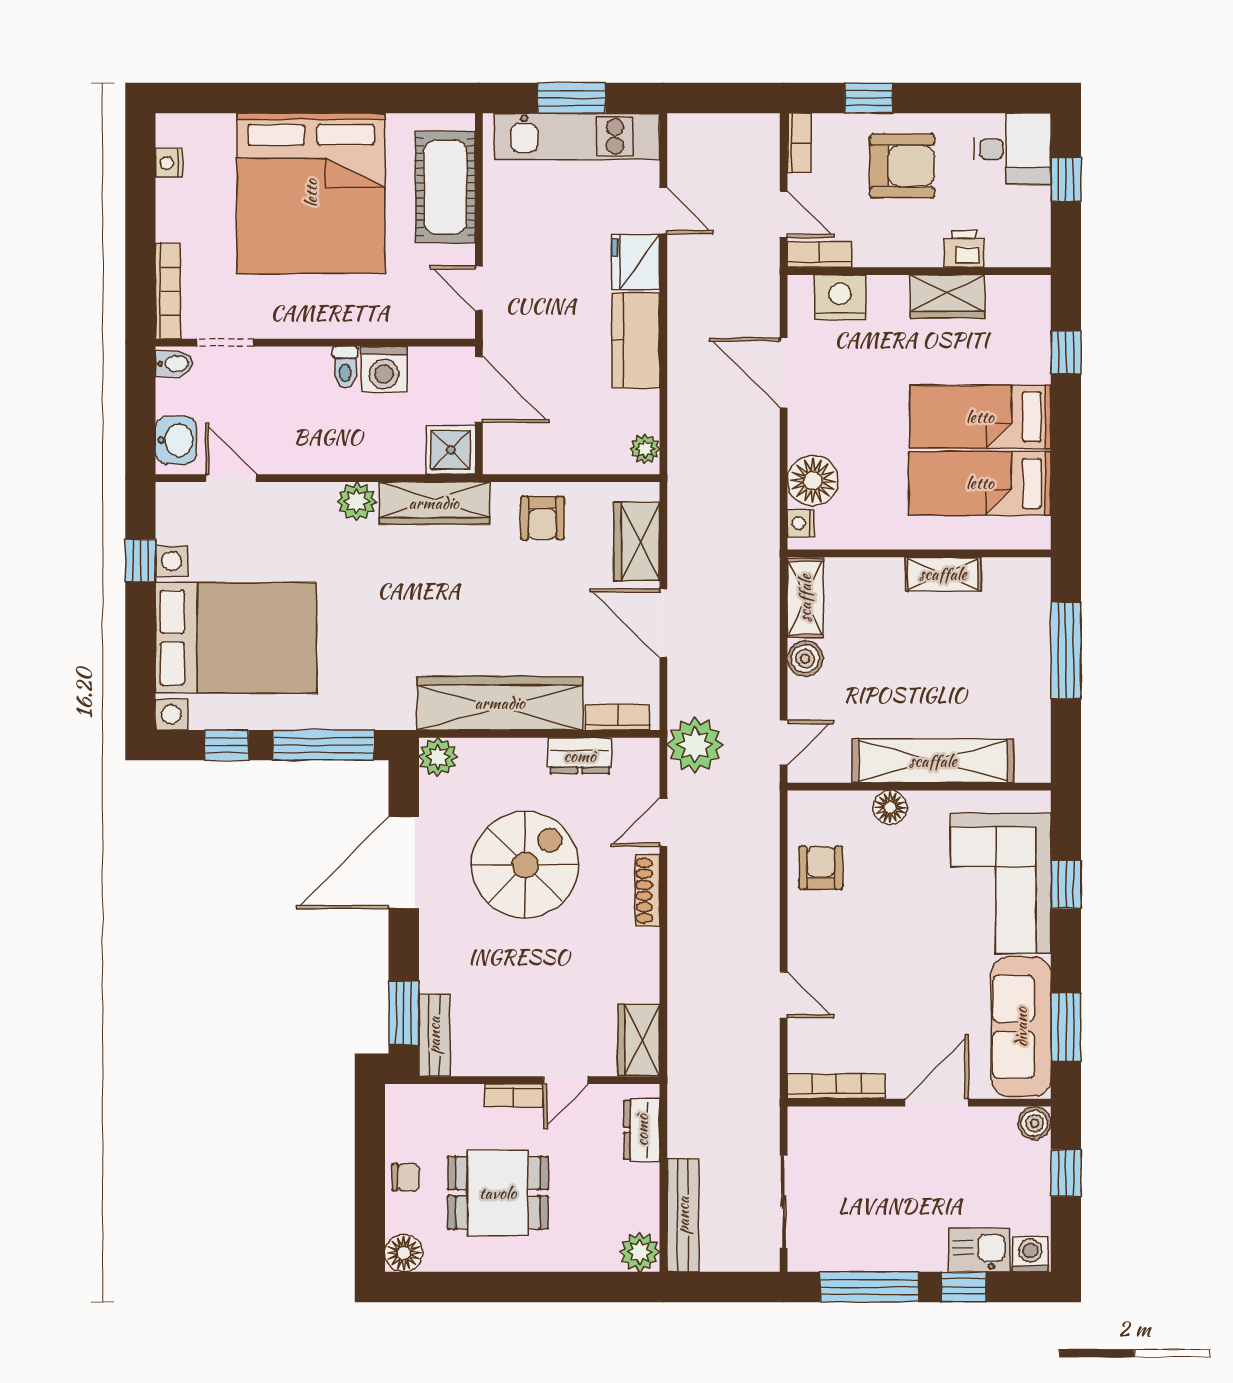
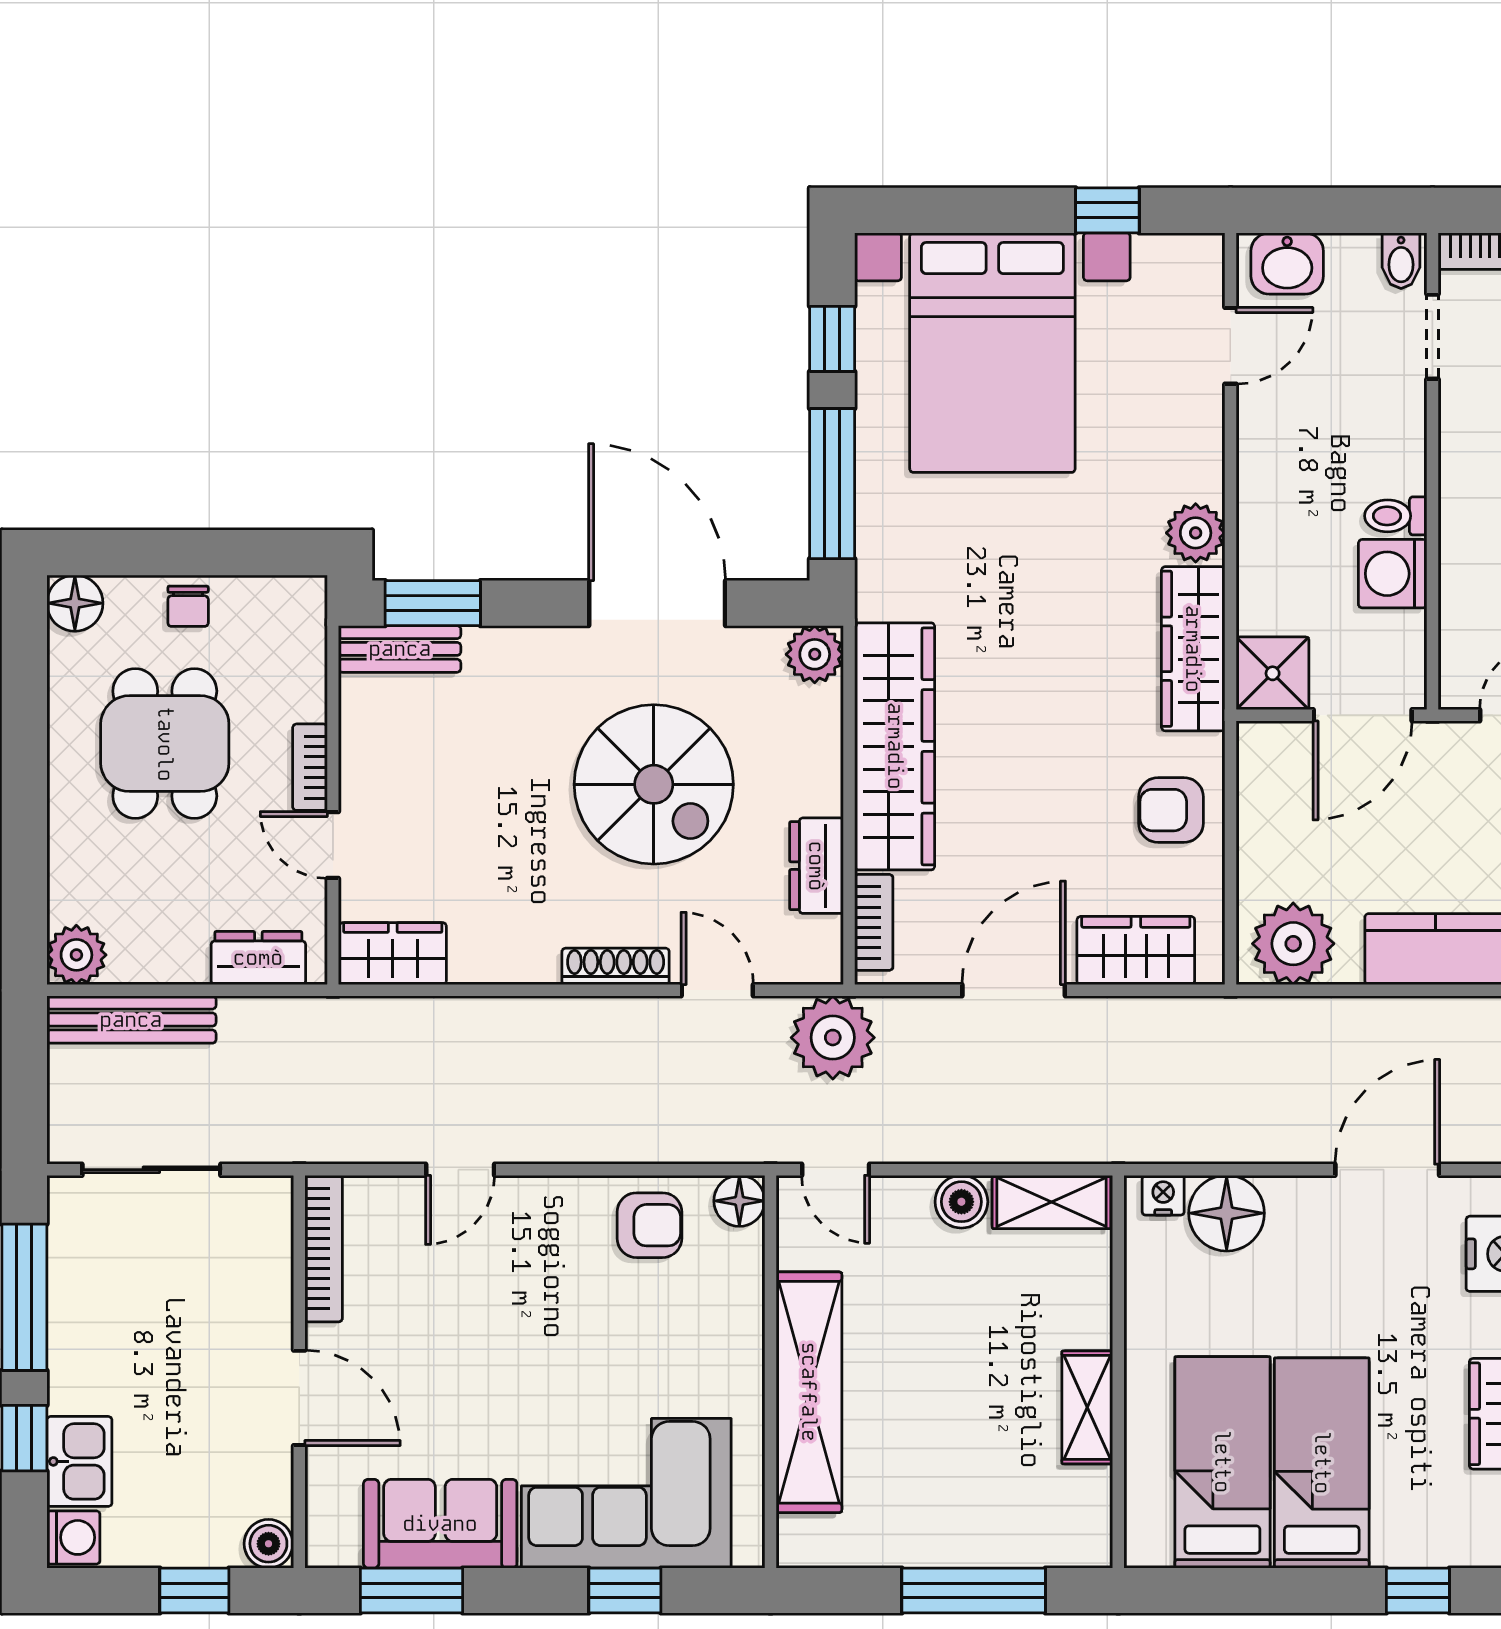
plant: (645, 449) -> (1293, 944), width x1.88, depth x1.88
floor lamp: (890, 807) -> (739, 1201), moved
sofa: (1021, 1027) -> (440, 1524), width x0.73

